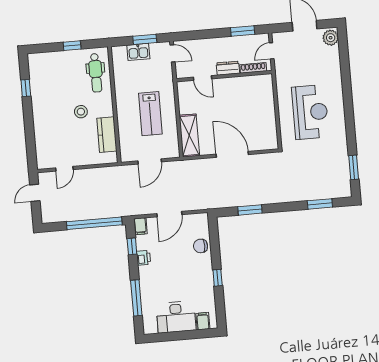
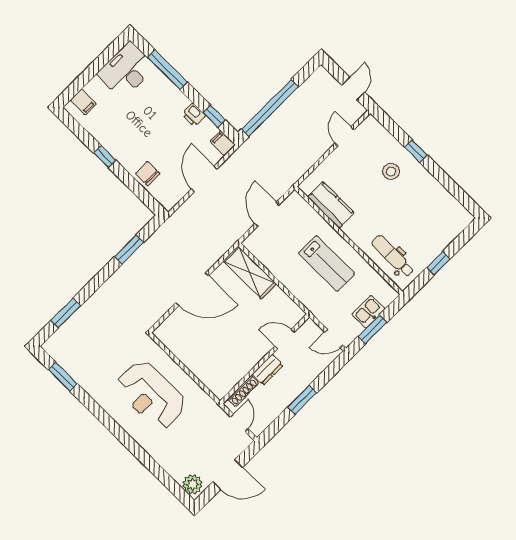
window: (243, 31) -> (302, 400), moved
window: (26, 88) -> (416, 151), moved
stool: (81, 112) -> (391, 171), moved
lab bench: (150, 114) -> (327, 264), moved, turned 180
chair: (201, 246) -> (148, 174), turned -90
desk: (176, 317) -> (126, 70), moved

